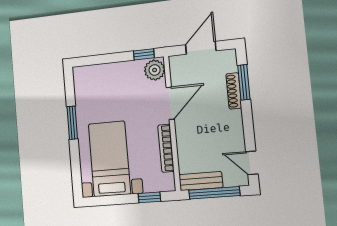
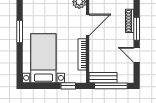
window: (244, 82) -> (137, 29), moved
door: (252, 163) -> (137, 55), moved

